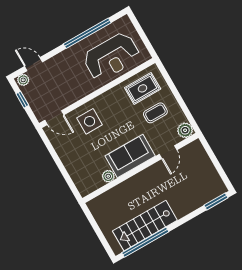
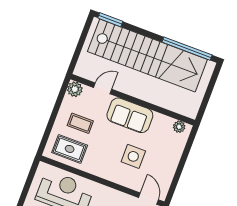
side table: (90, 121) -> (133, 156), moved
plant: (108, 176) -> (179, 127), moved
stairs: (145, 226) -> (147, 56), width x1.86, depth x1.51

